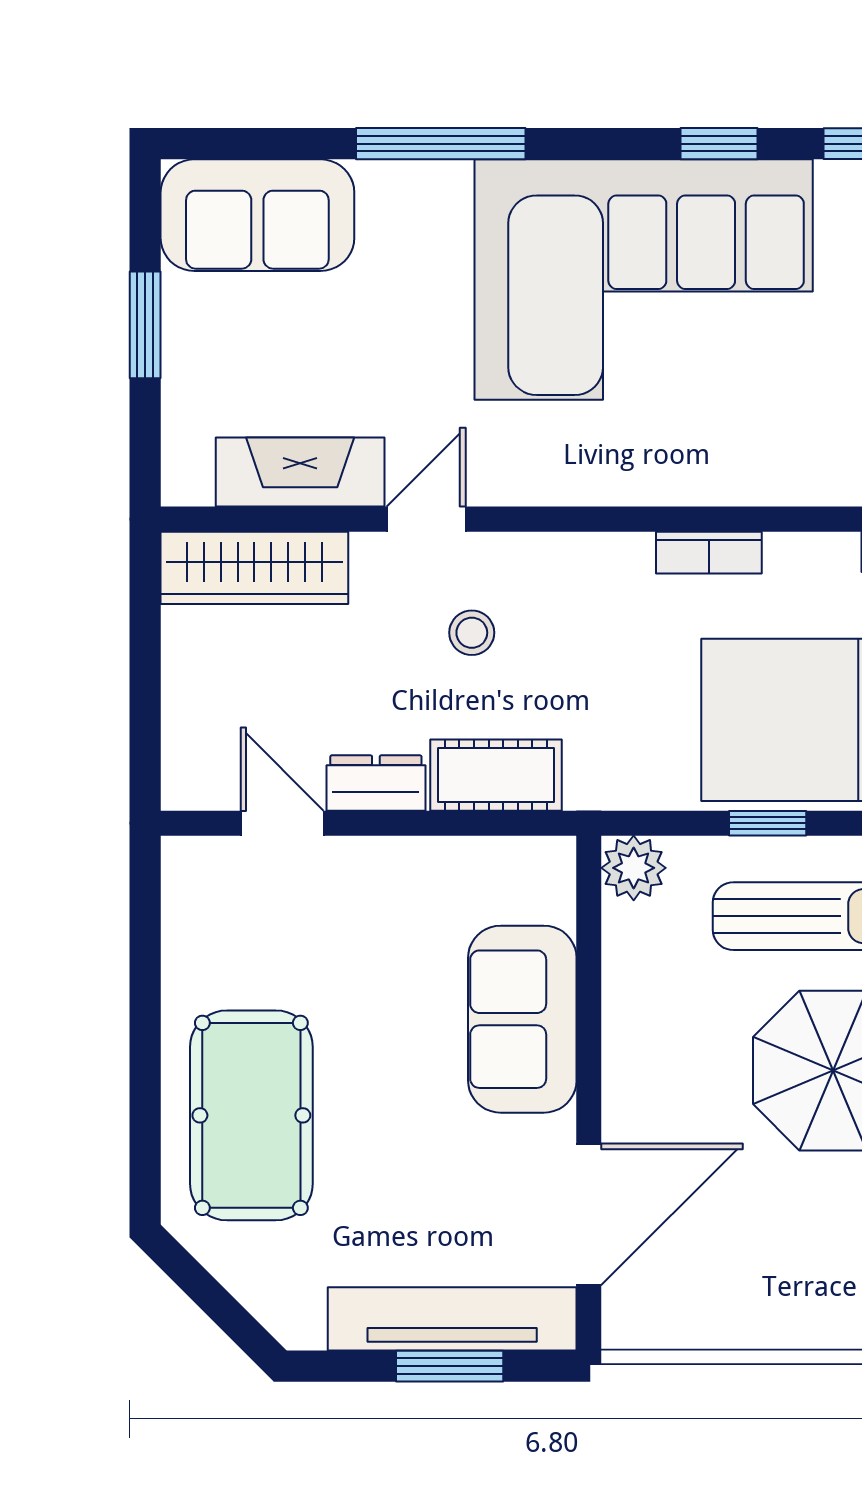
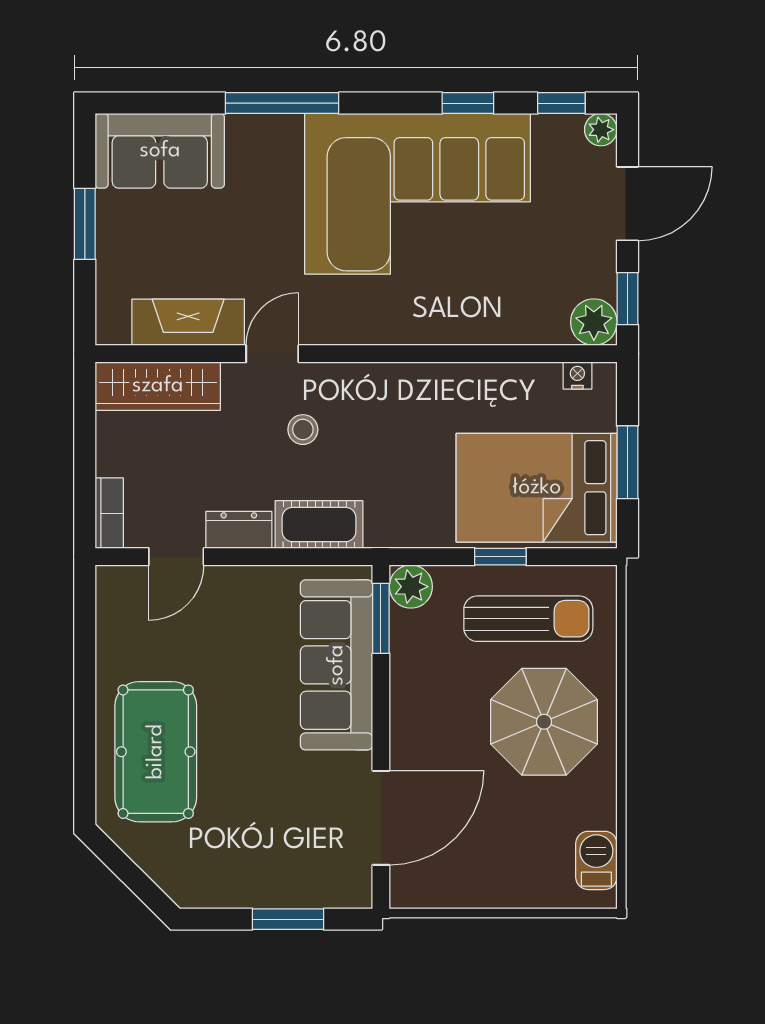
bookcase: (709, 553) -> (109, 513), moved, turned -90
door: (282, 823) -> (176, 557), swing flipped
window: (589, 916) -> (381, 618), added
sofa: (522, 1019) -> (337, 665), width x1.36
tv unit: (452, 1319) -> (290, 888), removed

